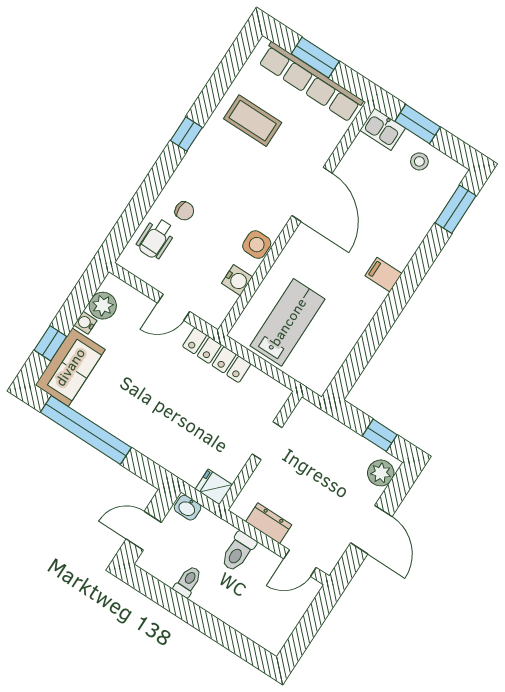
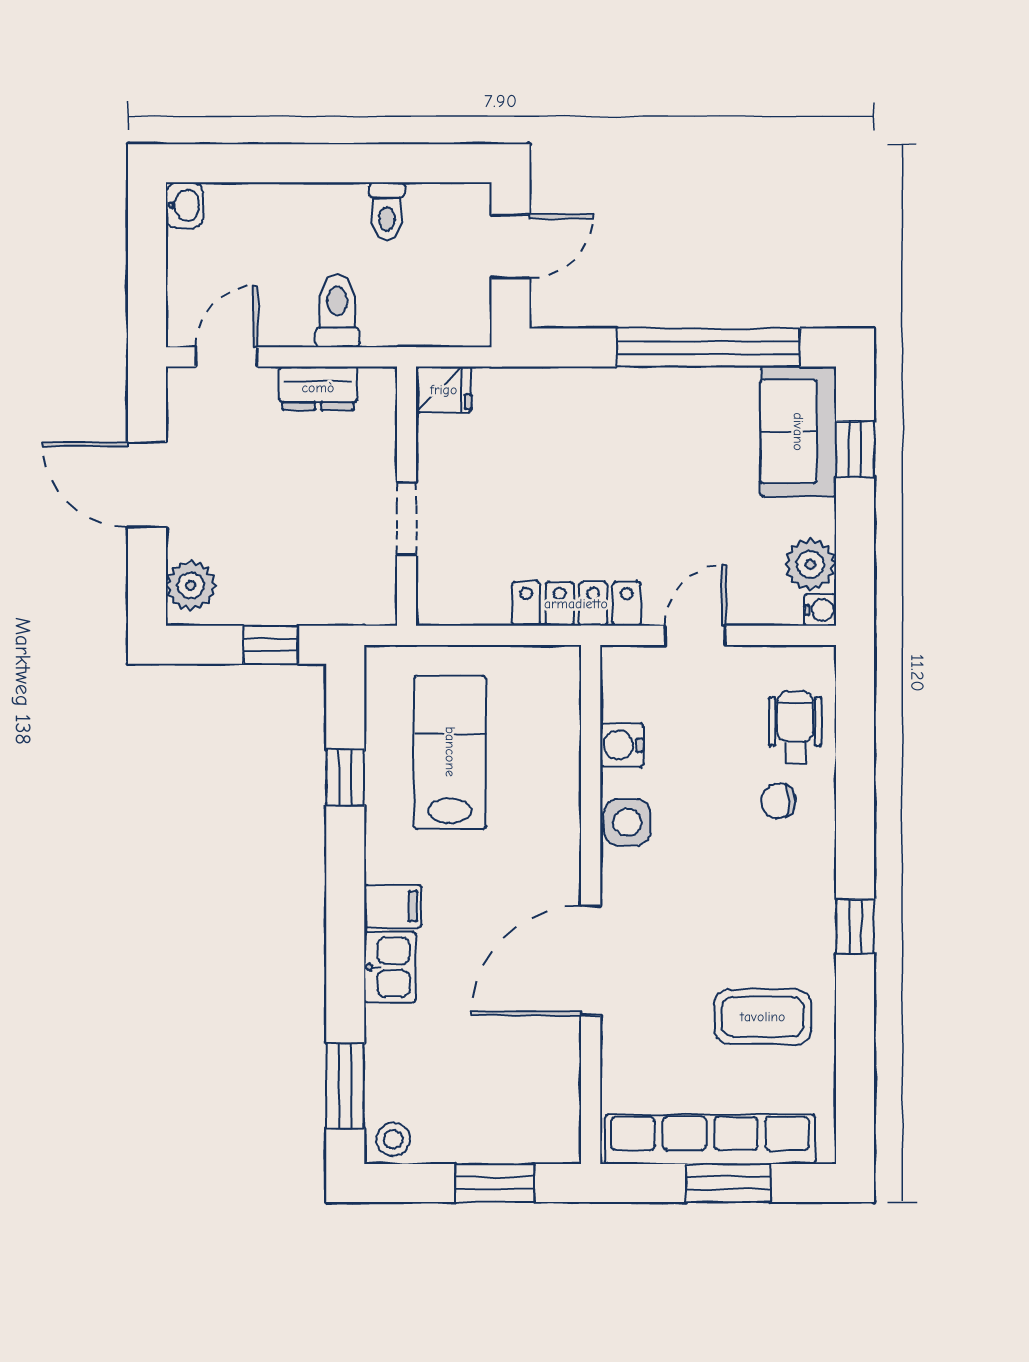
kitchen sink: (383, 129) -> (390, 967), moved, turned 90
stool: (419, 161) -> (393, 1139), moved
door: (312, 194) -> (591, 960), hinge flipped
lab bench: (288, 322) -> (450, 752), moved, turned 180
water cooler: (85, 323) -> (820, 610), moved
window: (368, 345) -> (345, 777), added
window: (380, 435) -> (271, 645), moved
washbasin: (188, 508) -> (184, 205), moved, turned 90

